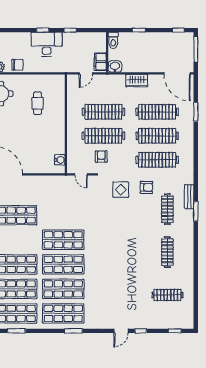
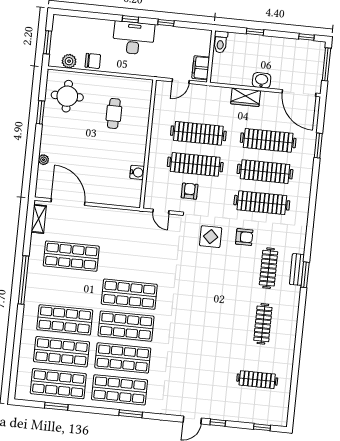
washbasin: (115, 67) -> (262, 80), moved
water cooler: (60, 160) -> (137, 172), moved
bench: (189, 197) -> (297, 269), moved

